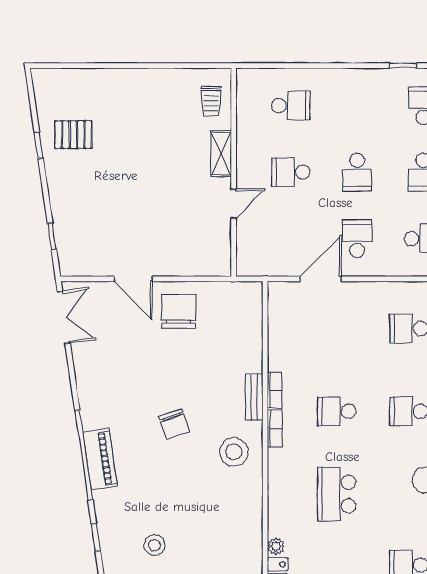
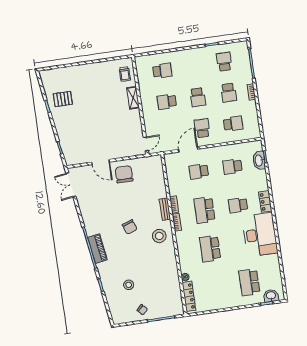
door: (234, 204) -> (146, 144), moved
double door: (64, 317) -> (71, 185), swing flipped
school desk: (337, 329) -> (199, 171), added
school desk: (337, 411) -> (204, 210), width x1.85

